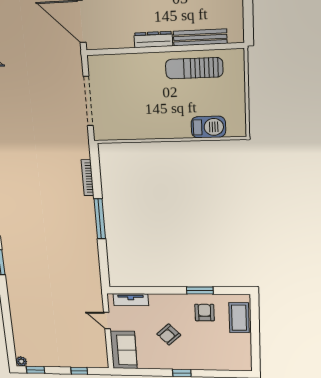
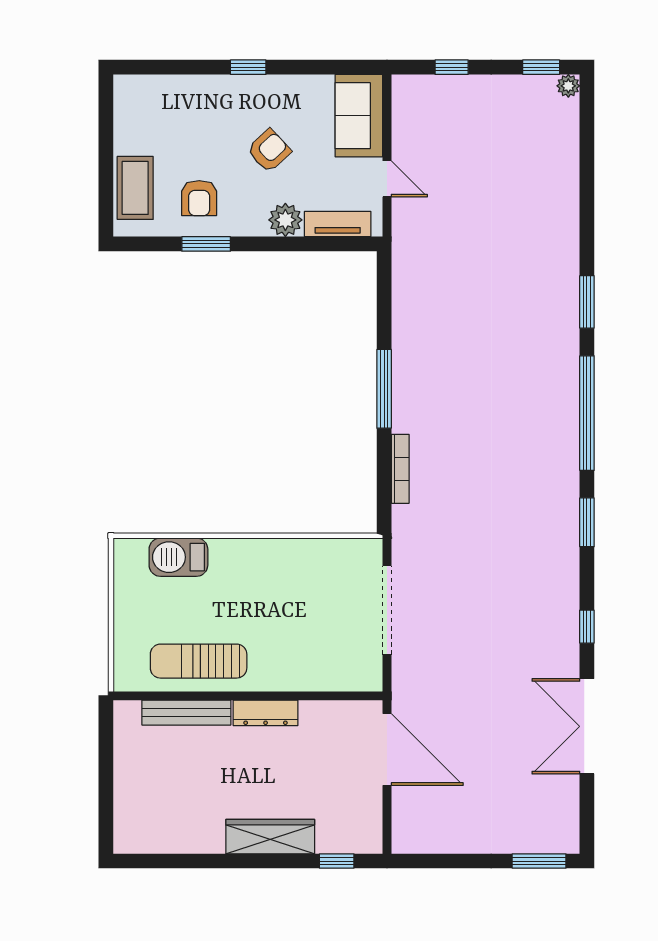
sun lounger: (194, 68) -> (199, 661), turned 180
plant: (158, 302) -> (285, 220), added

